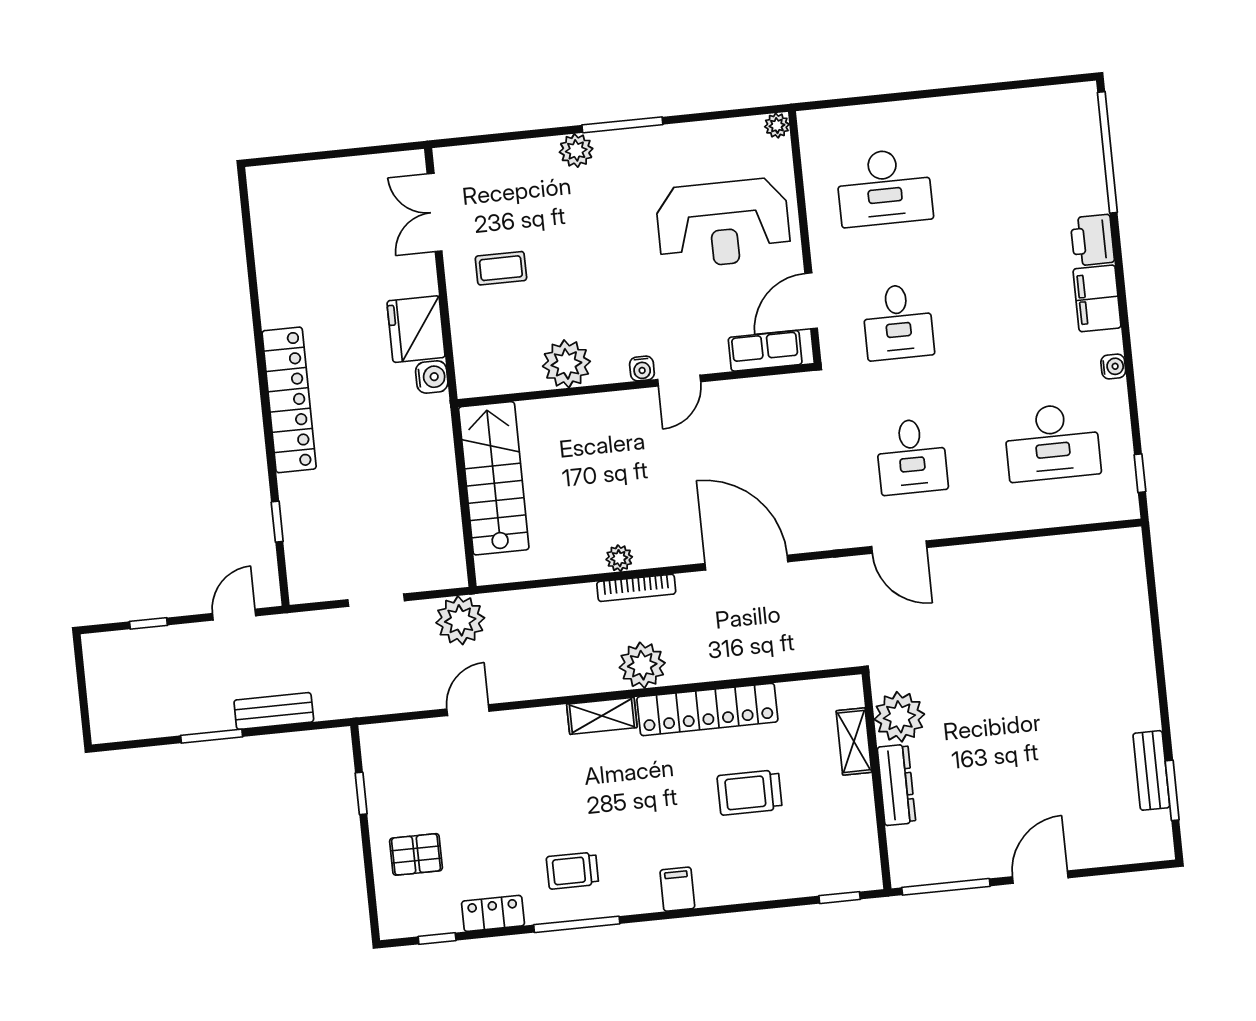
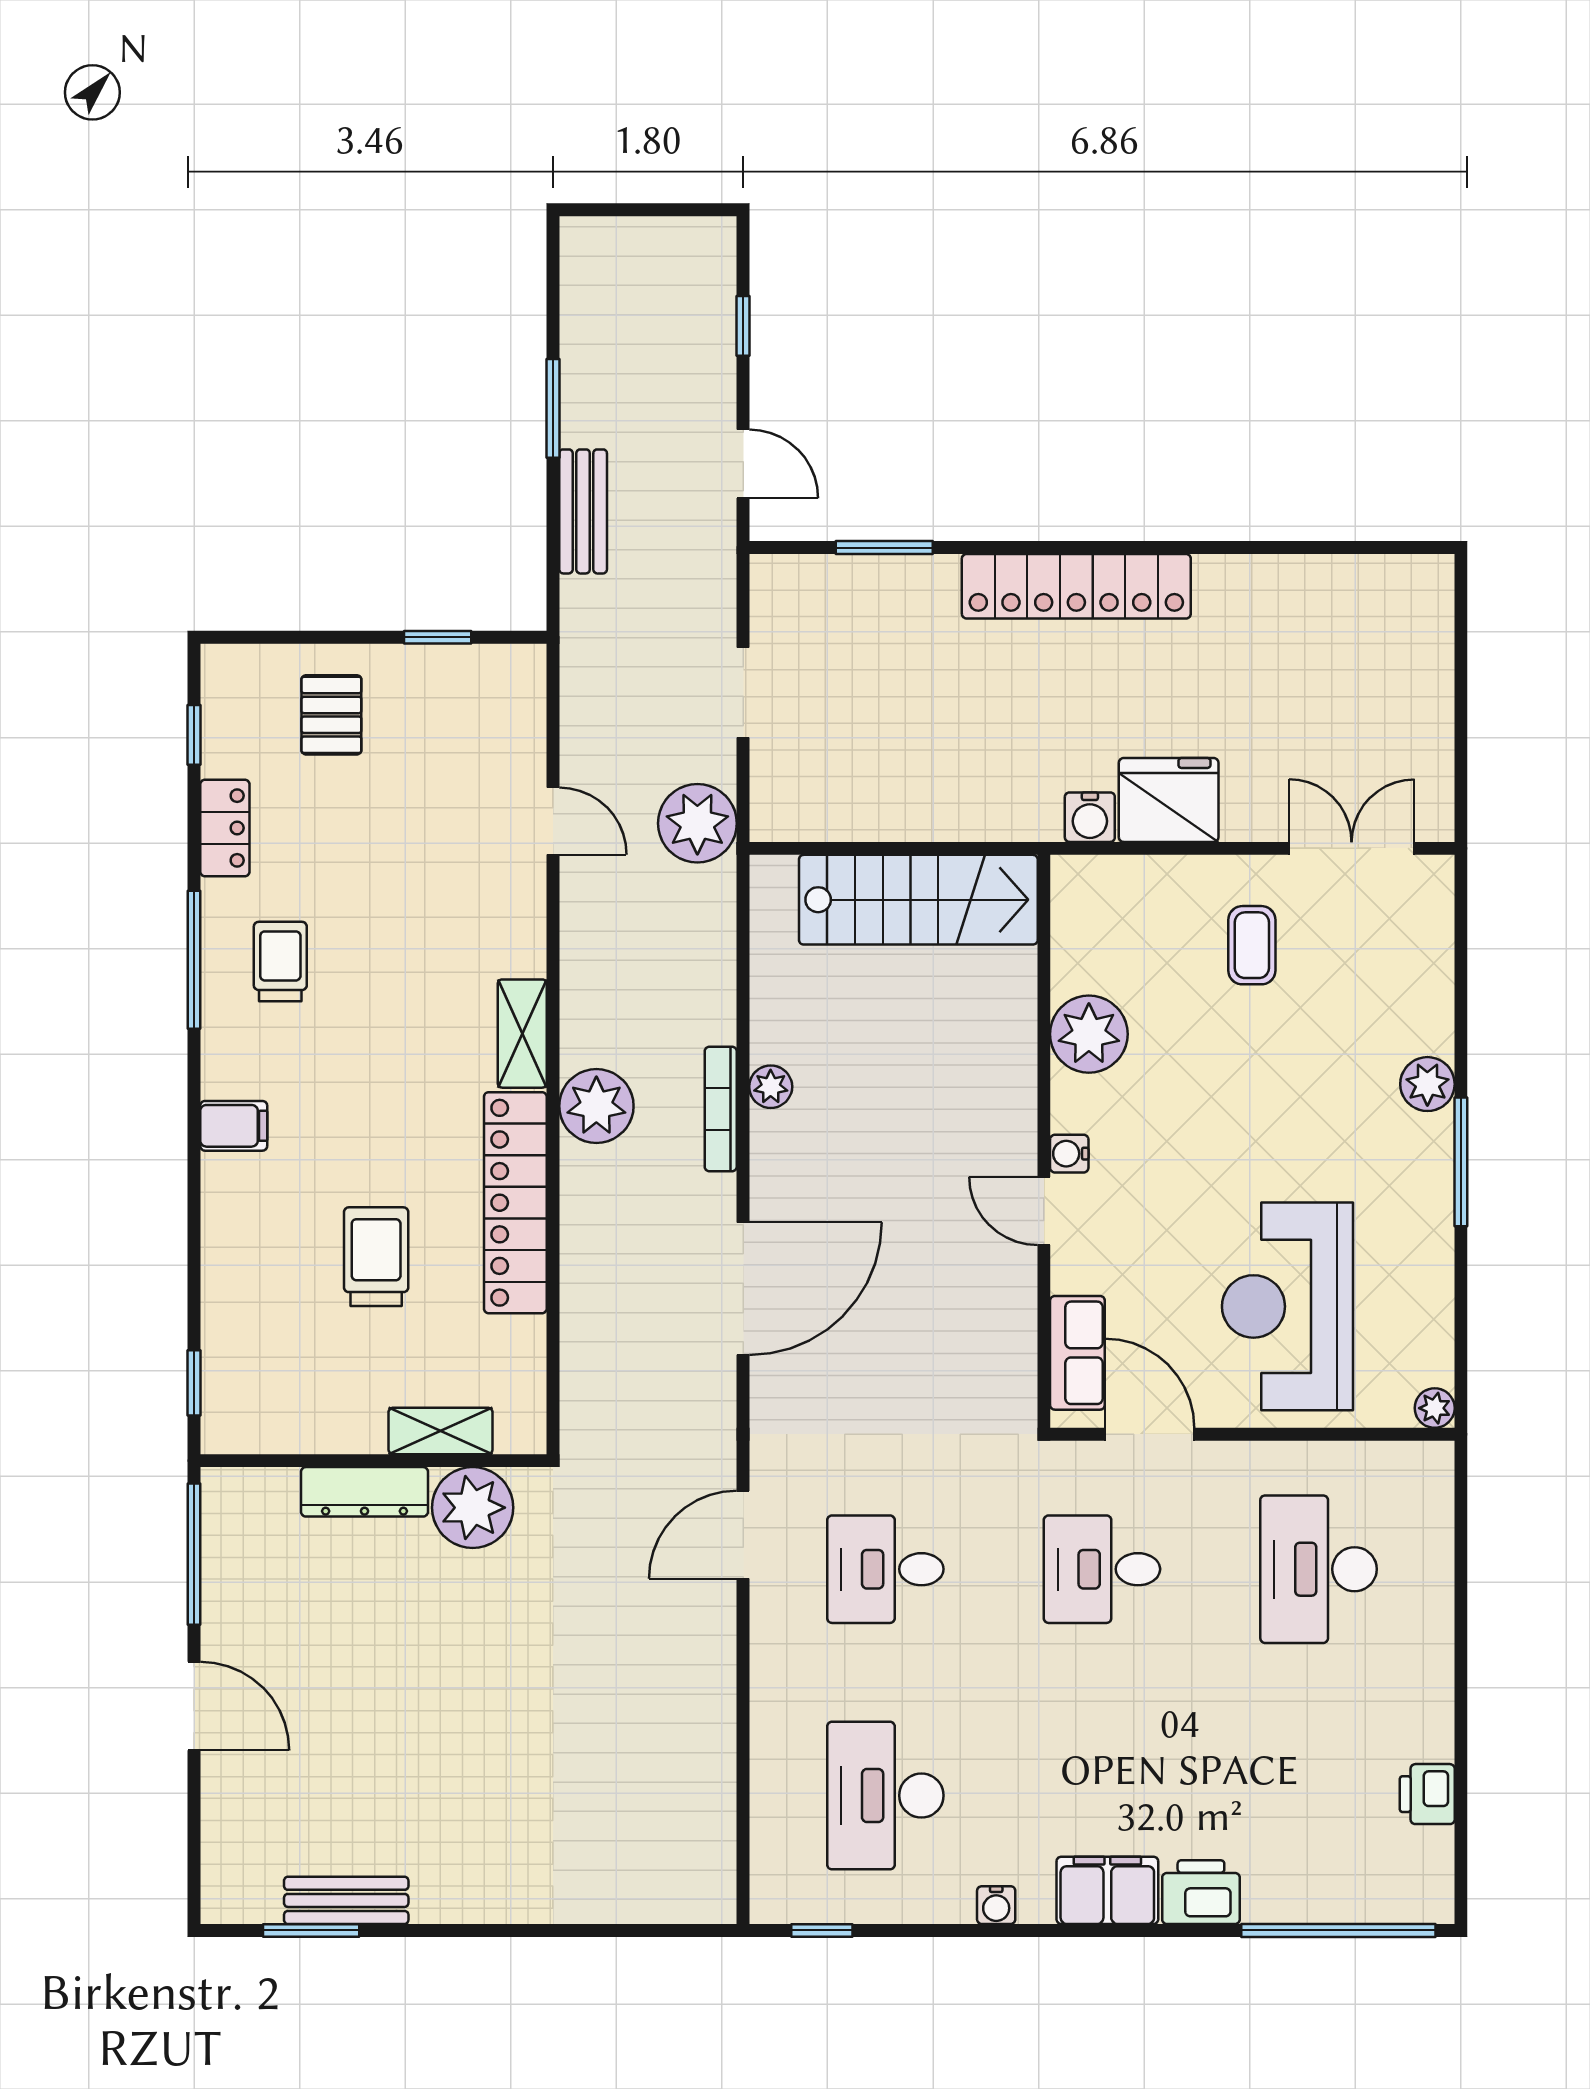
printer: (1017, 106) -> (1427, 1794), added
window: (277, 522) -> (884, 548), width x1.50

